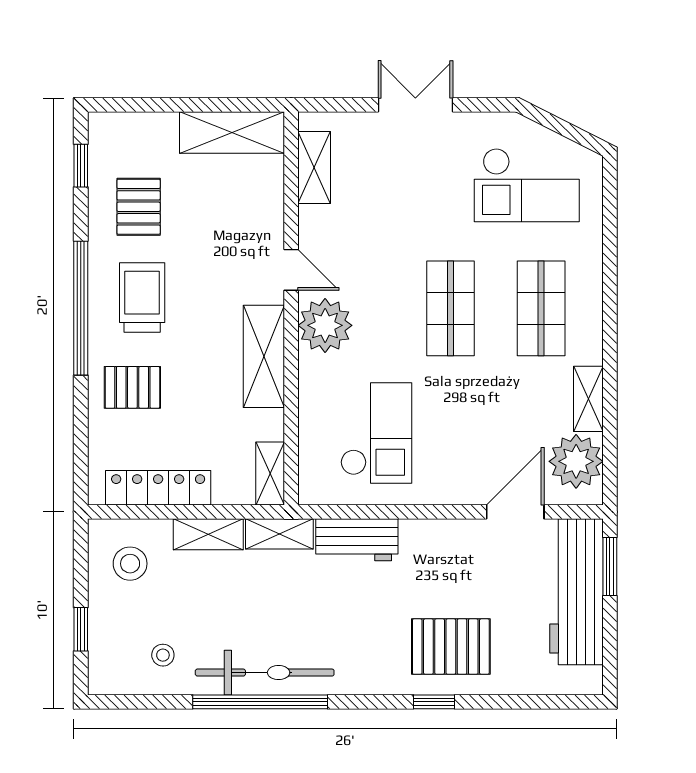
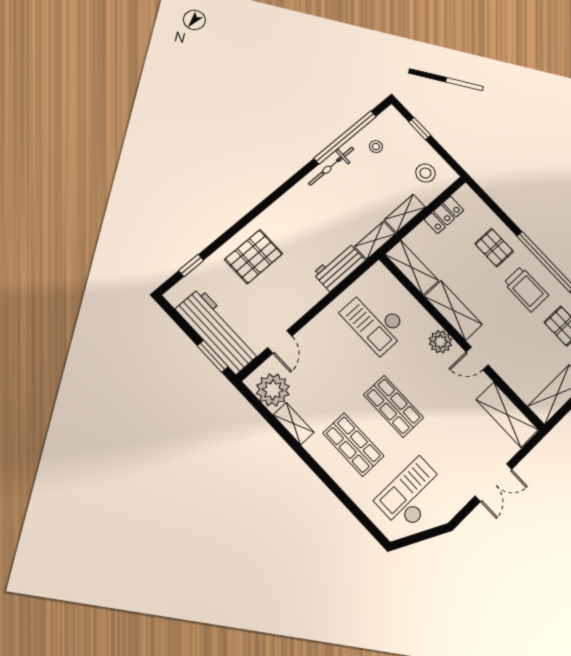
shelving: (314, 168) -> (507, 415), width x1.50, depth x1.33
plant: (325, 325) -> (440, 342), width x0.73, depth x0.73
pallet: (132, 387) -> (494, 248), turned 90
shelving: (270, 473) -> (412, 267), width x1.50, depth x1.33
locker: (158, 488) -> (444, 215), width x0.66
door: (515, 512) -> (280, 342), width x0.73
bicycle: (265, 673) -> (331, 166), width x0.73, depth x0.71
window: (260, 702) -> (345, 137), moved
window: (434, 702) -> (191, 265), moved

